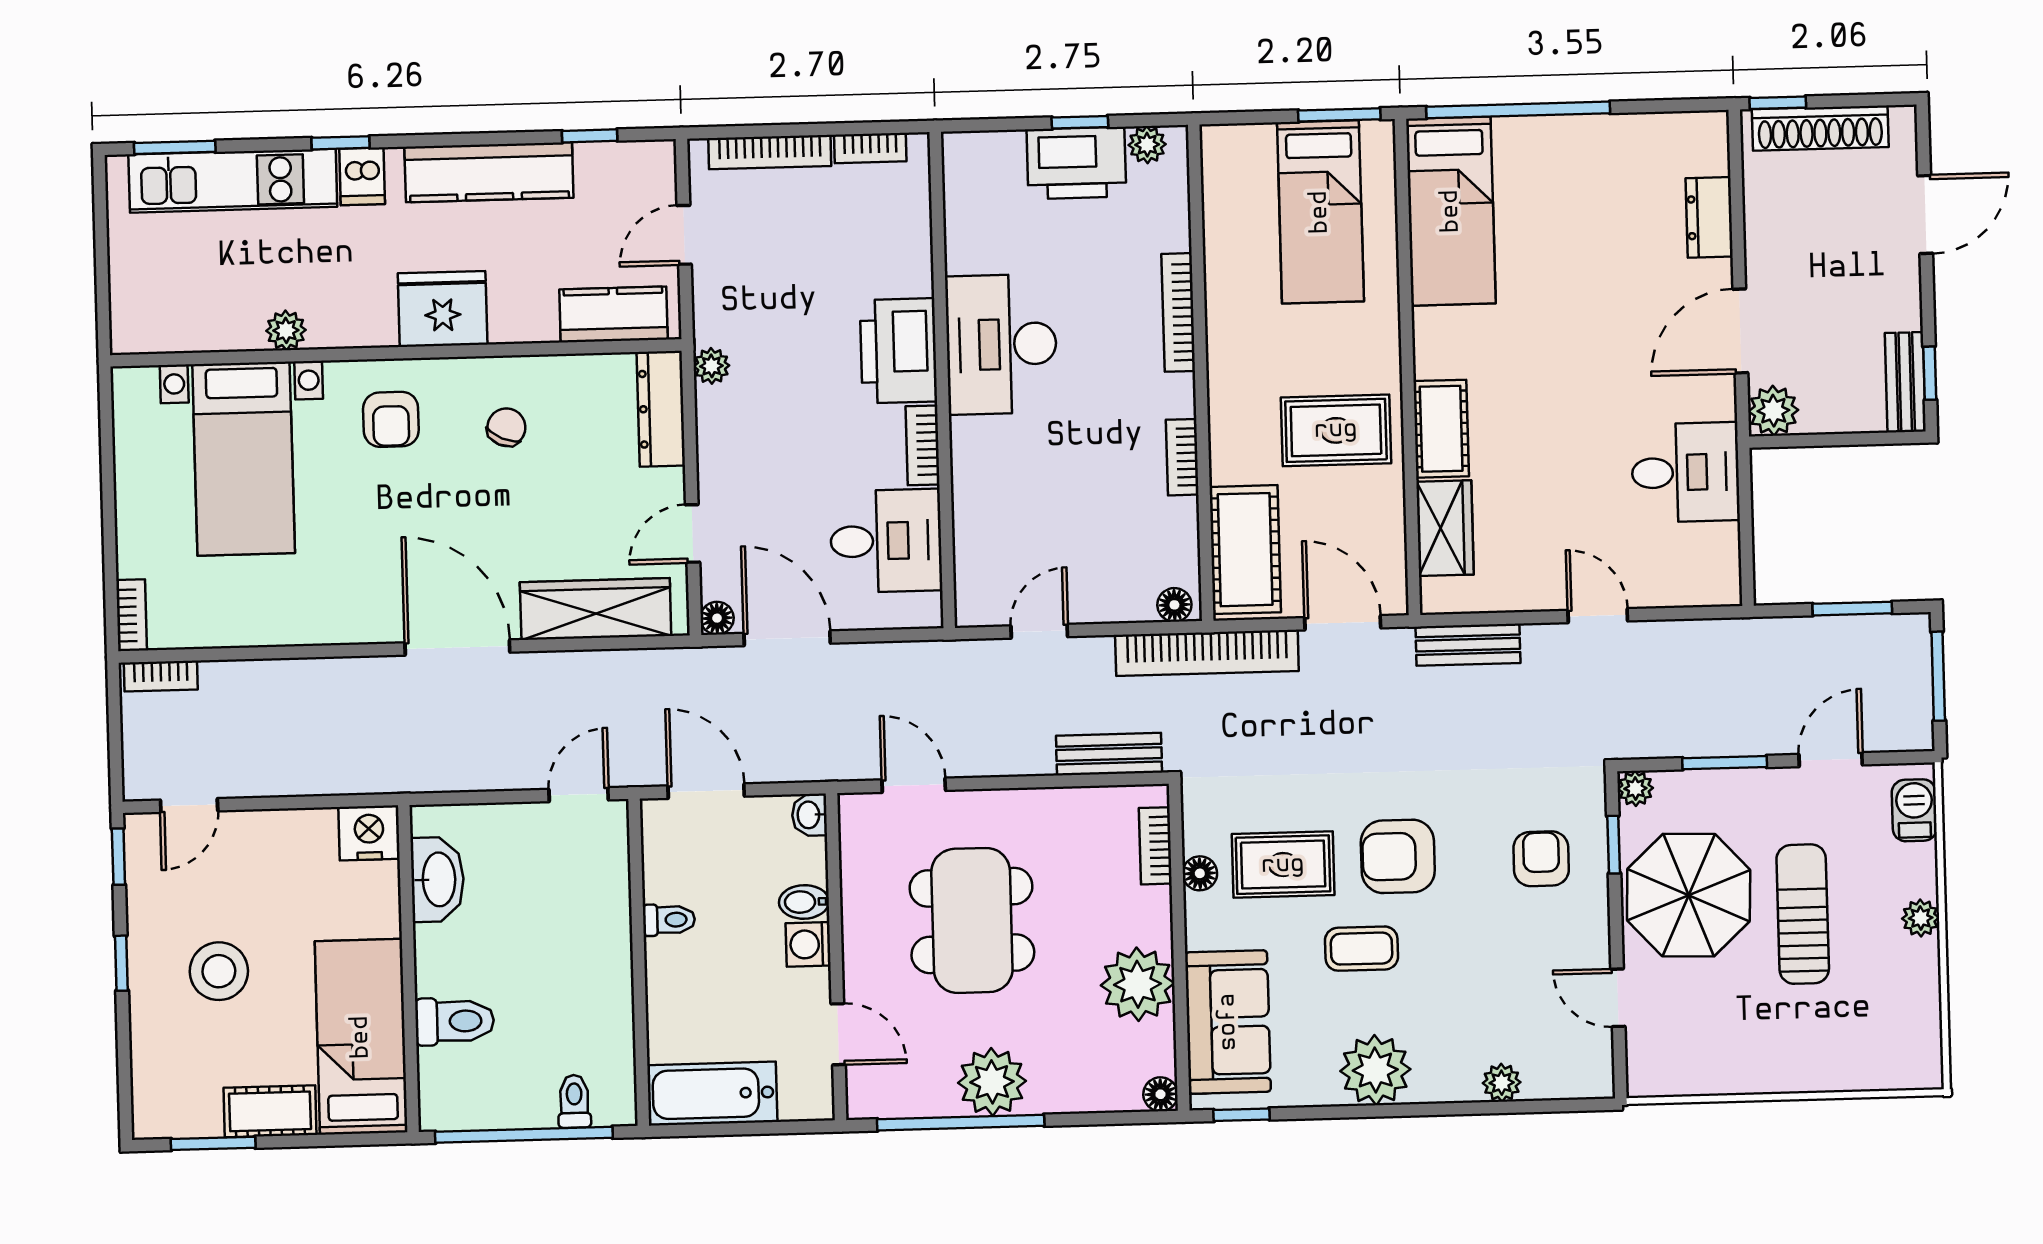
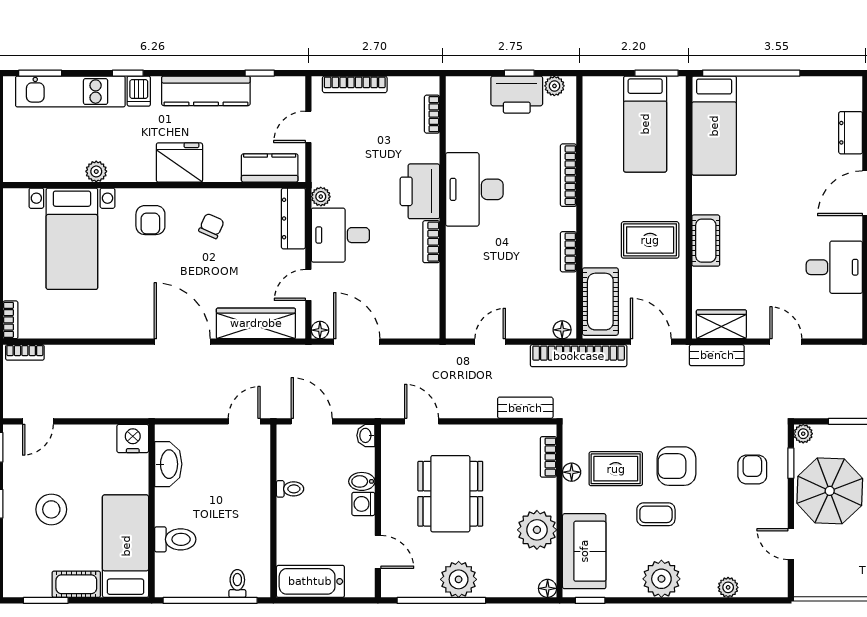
bookcase: (870, 148) -> (432, 114), moved, turned 90
wardrobe: (1445, 528) -> (721, 324), moved, turned -90
desk: (886, 541) -> (340, 235), moved, turned 180

